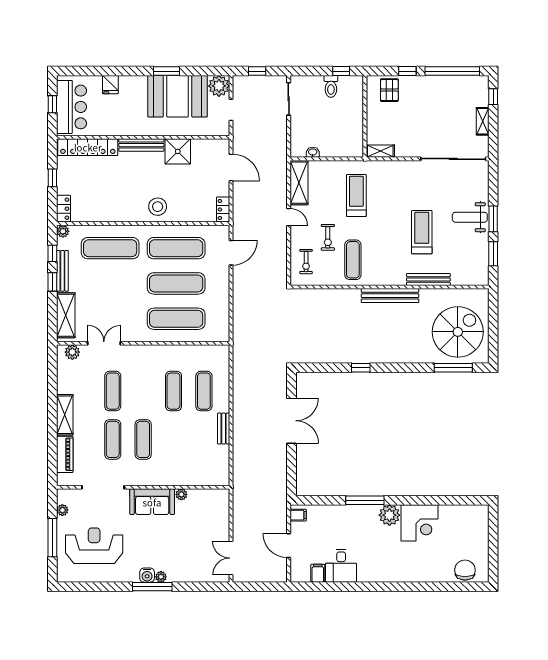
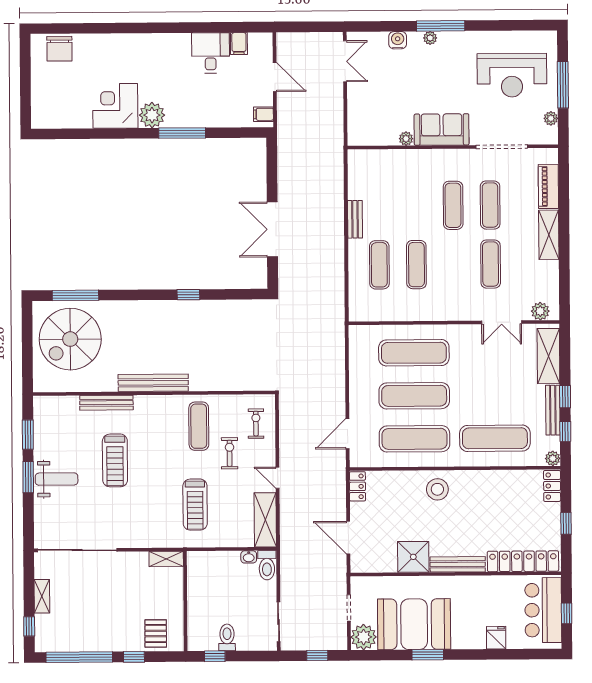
toilet: (298, 145) -> (267, 565), added
water cooler: (147, 575) -> (398, 40), moved

